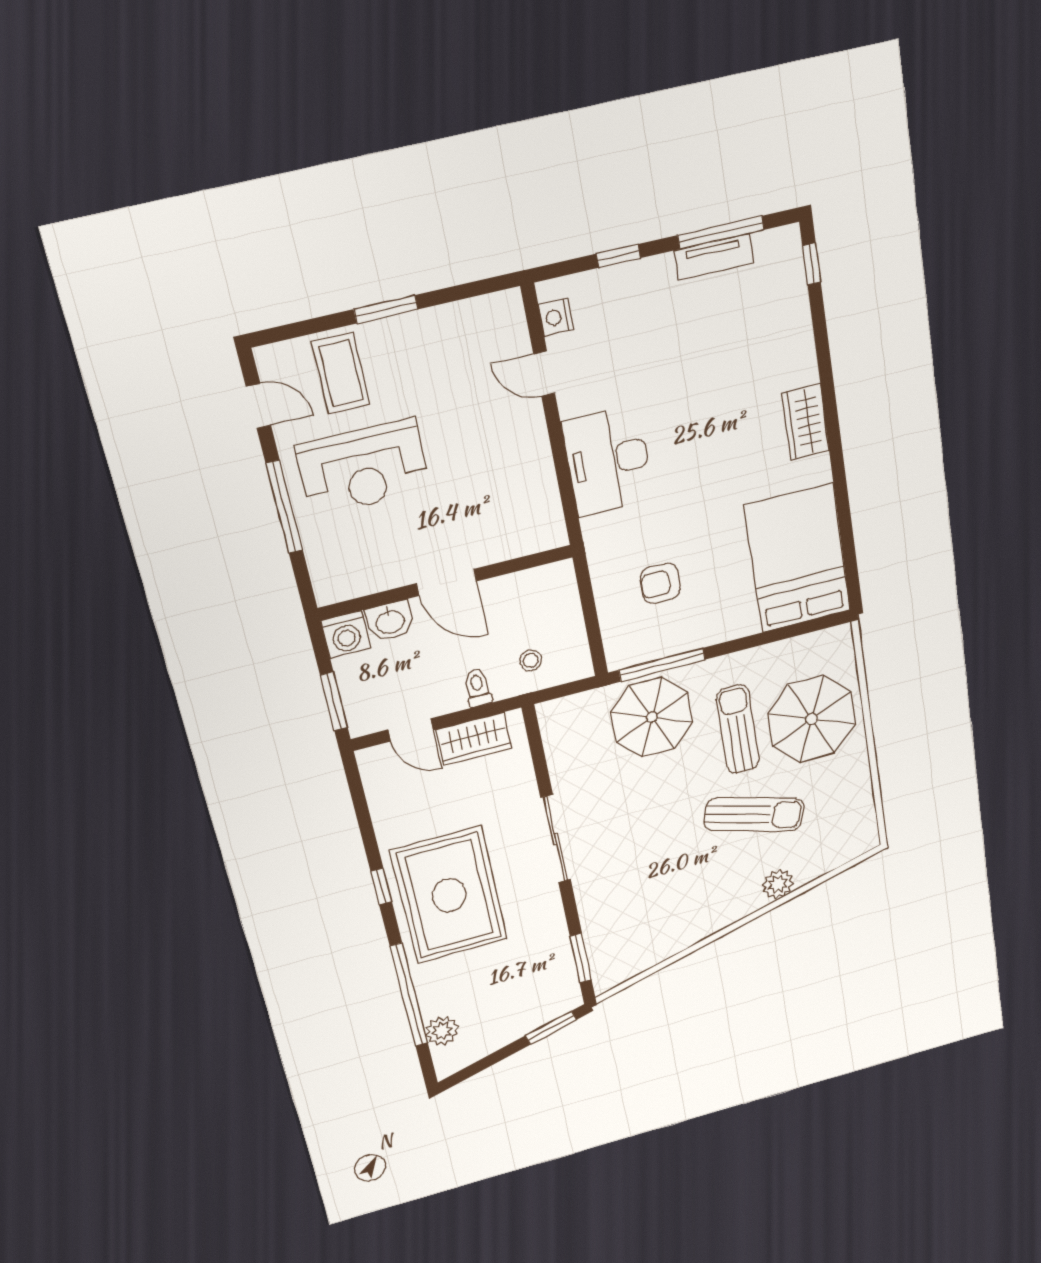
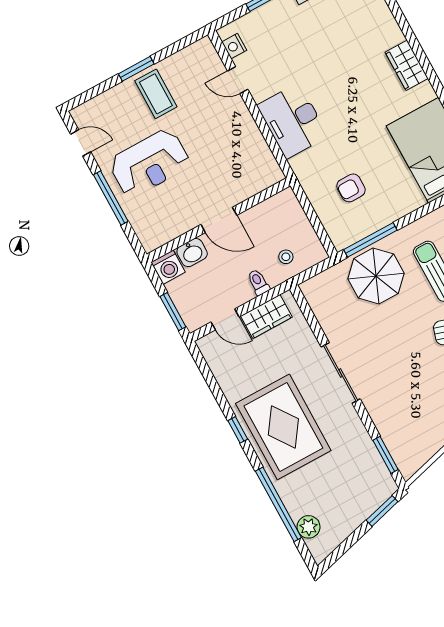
coffee table: (341, 373) -> (156, 94), moved

